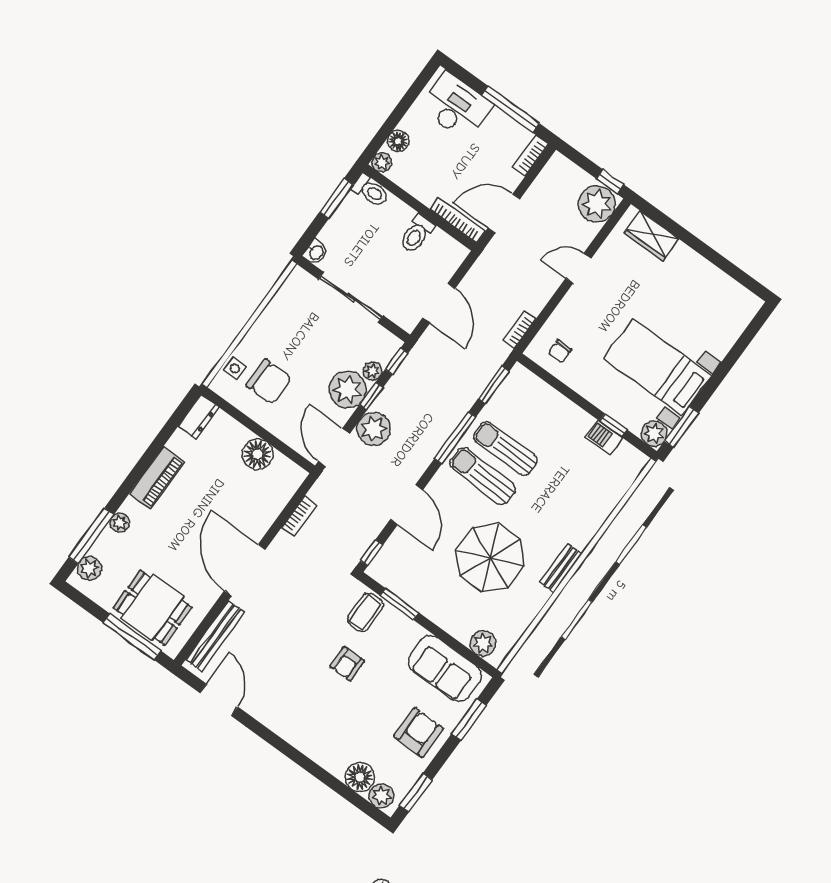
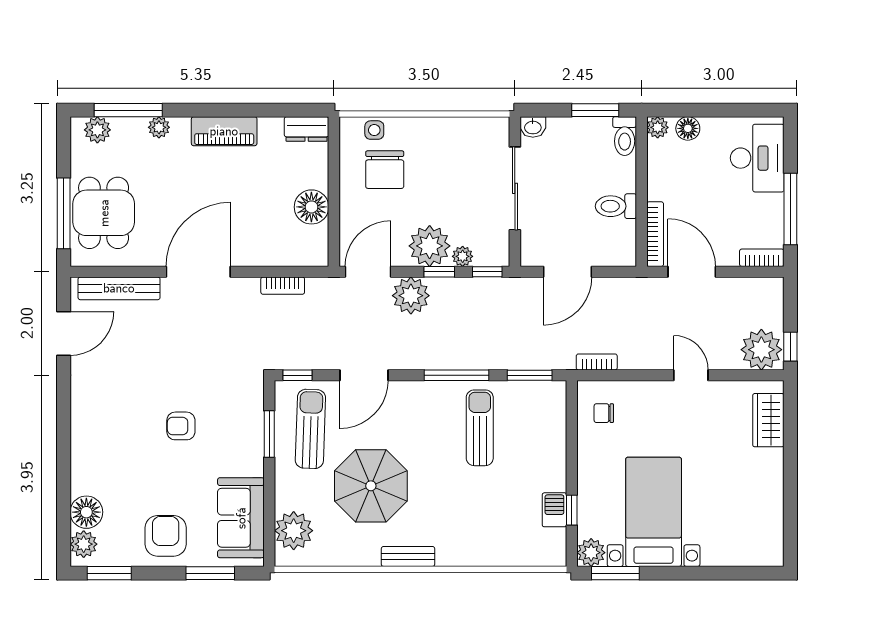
sun lounger: (483, 476) -> (310, 429), moved
coffee table: (365, 612) -> (239, 409), removed
plant: (483, 643) -> (294, 531), width x1.36, depth x1.36
armchair: (419, 732) -> (166, 536), turned -90

